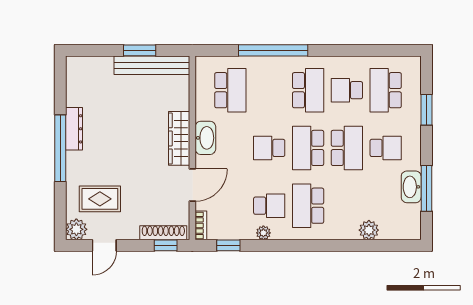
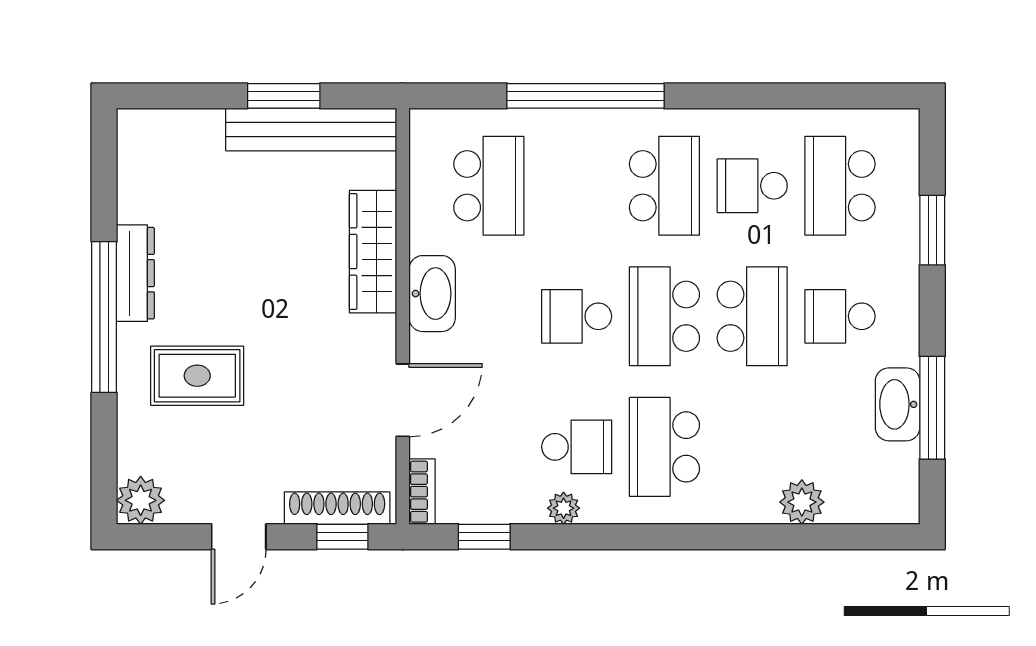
wardrobe: (179, 138) -> (373, 252), moved
school desk: (386, 148) -> (840, 316), turned 180
rug: (100, 199) -> (197, 376), moved
door: (104, 245) -> (239, 537), moved

